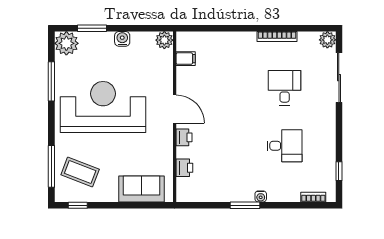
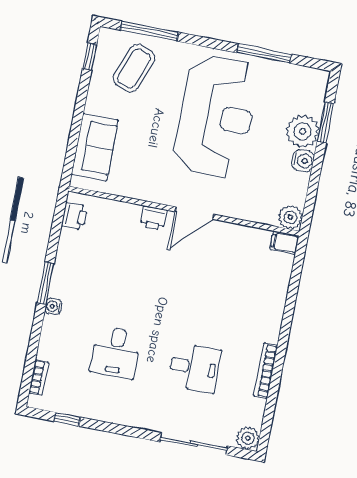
plant: (66, 43) -> (303, 131), moved
filing cabinet: (186, 59) -> (284, 243), moved, turned 90
printer: (184, 168) -> (74, 216), moved, turned -90

